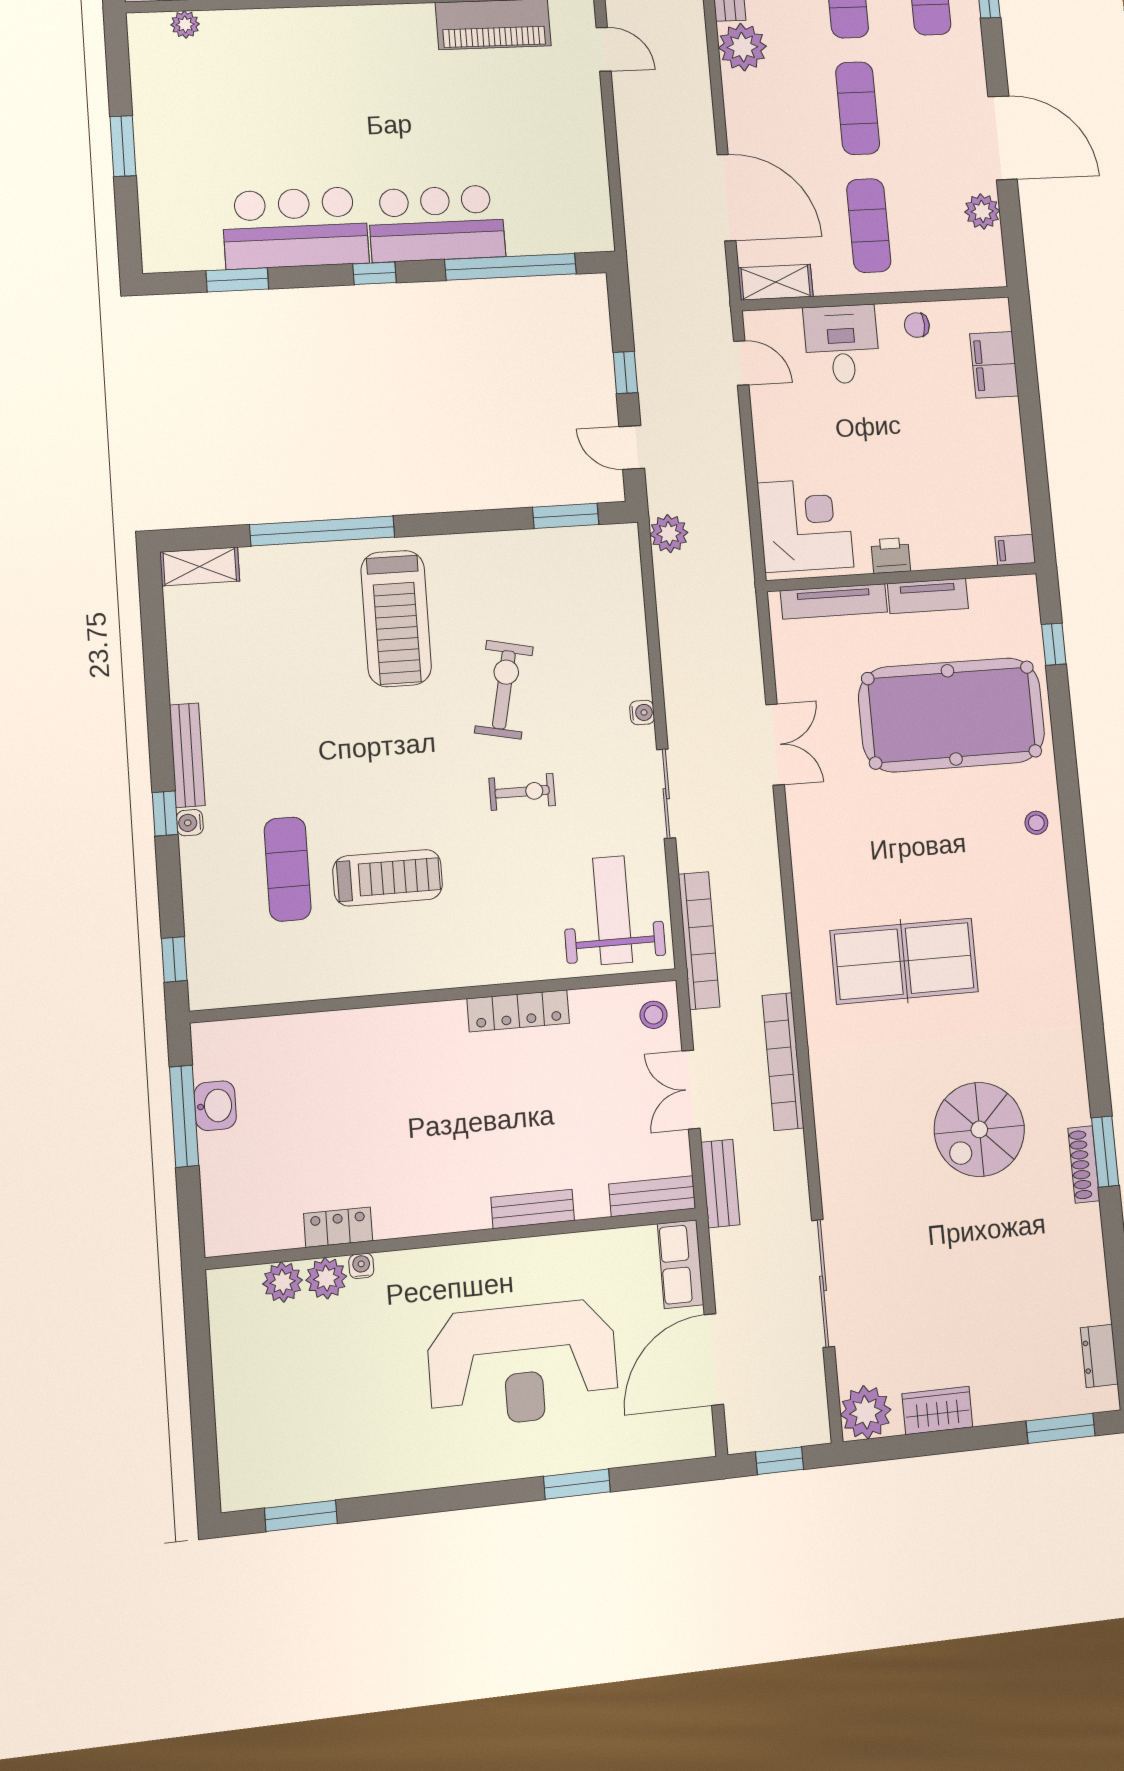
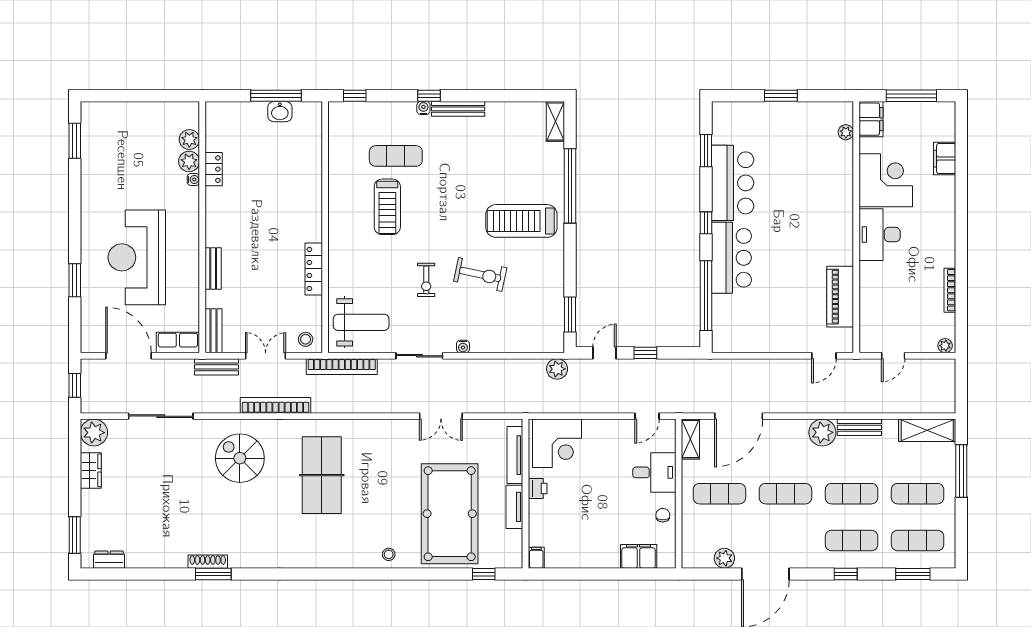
spiral stairs: (979, 1129) -> (240, 458), moved

